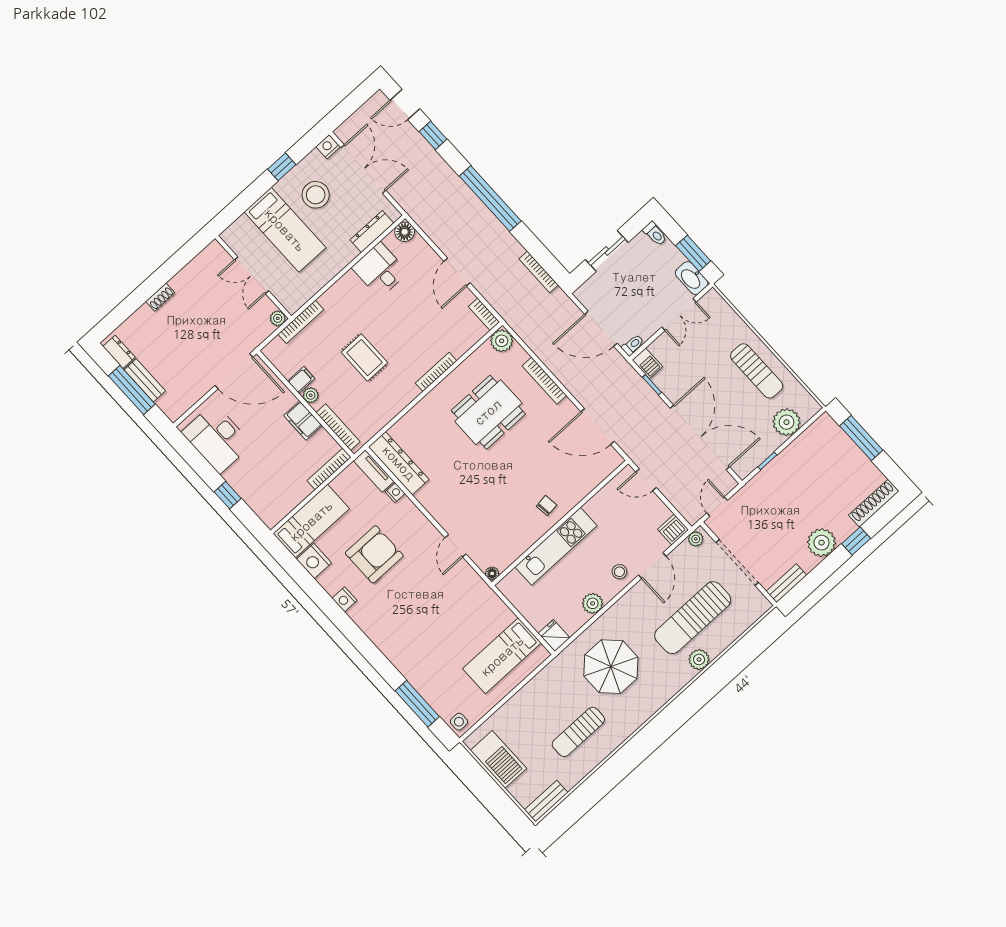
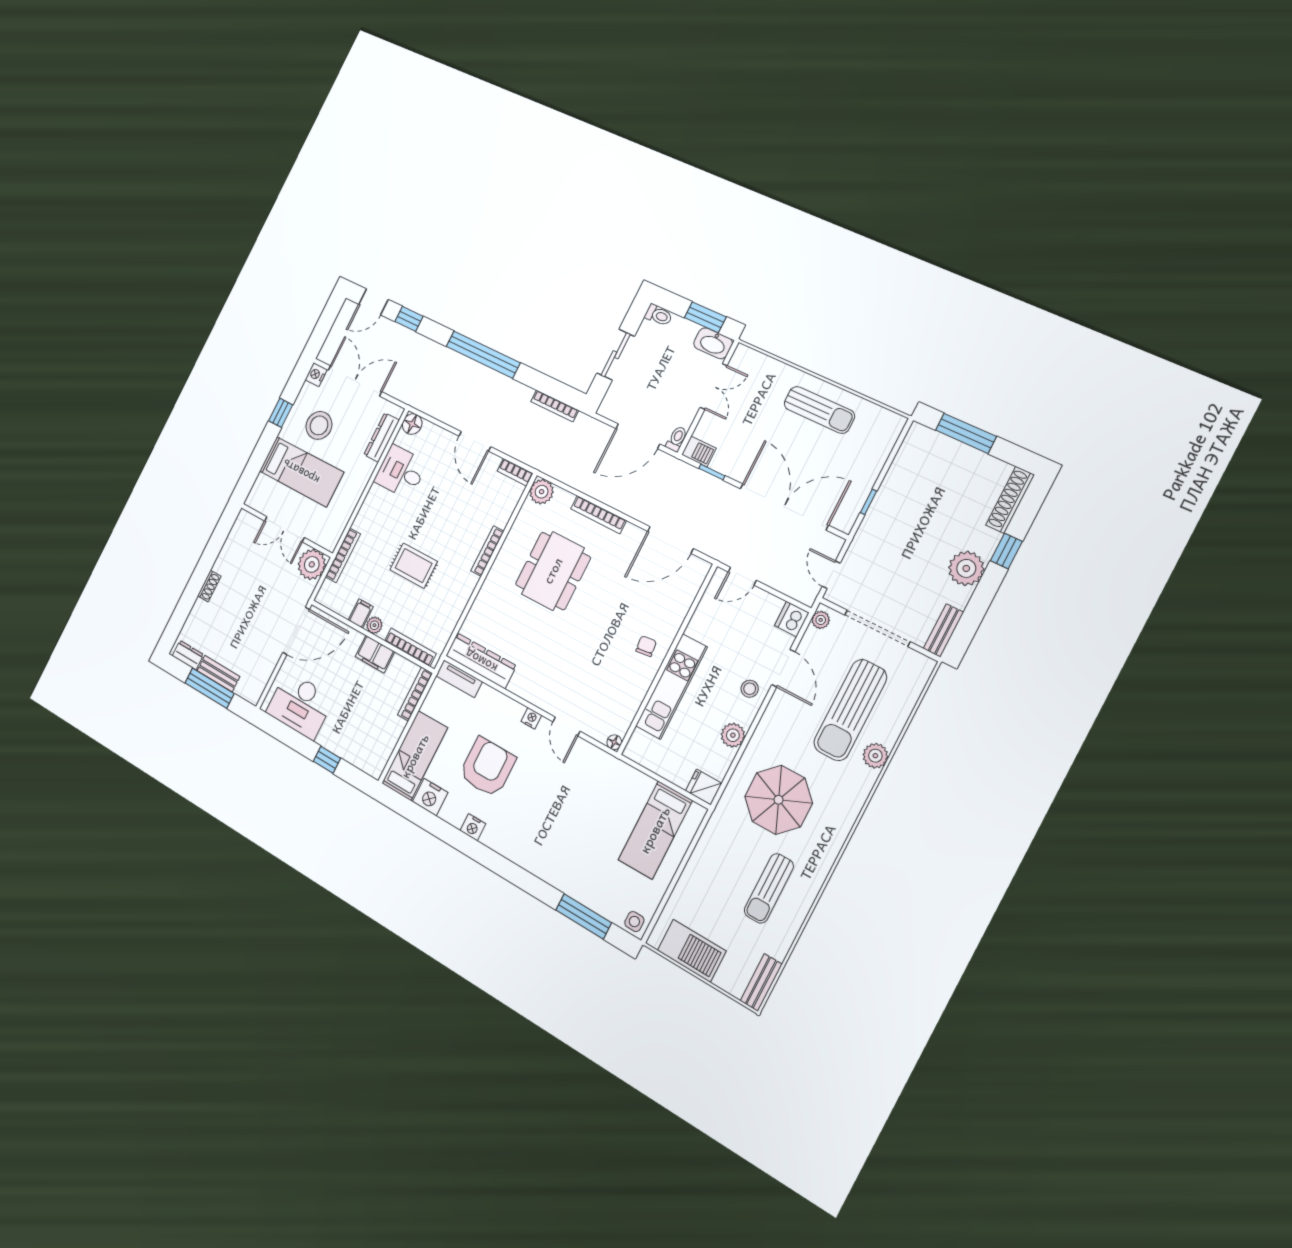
plant: (278, 318) -> (312, 564), width x1.88, depth x1.88
plant: (787, 422) -> (874, 451), removed
nightstand: (395, 493) -> (531, 718), moved

